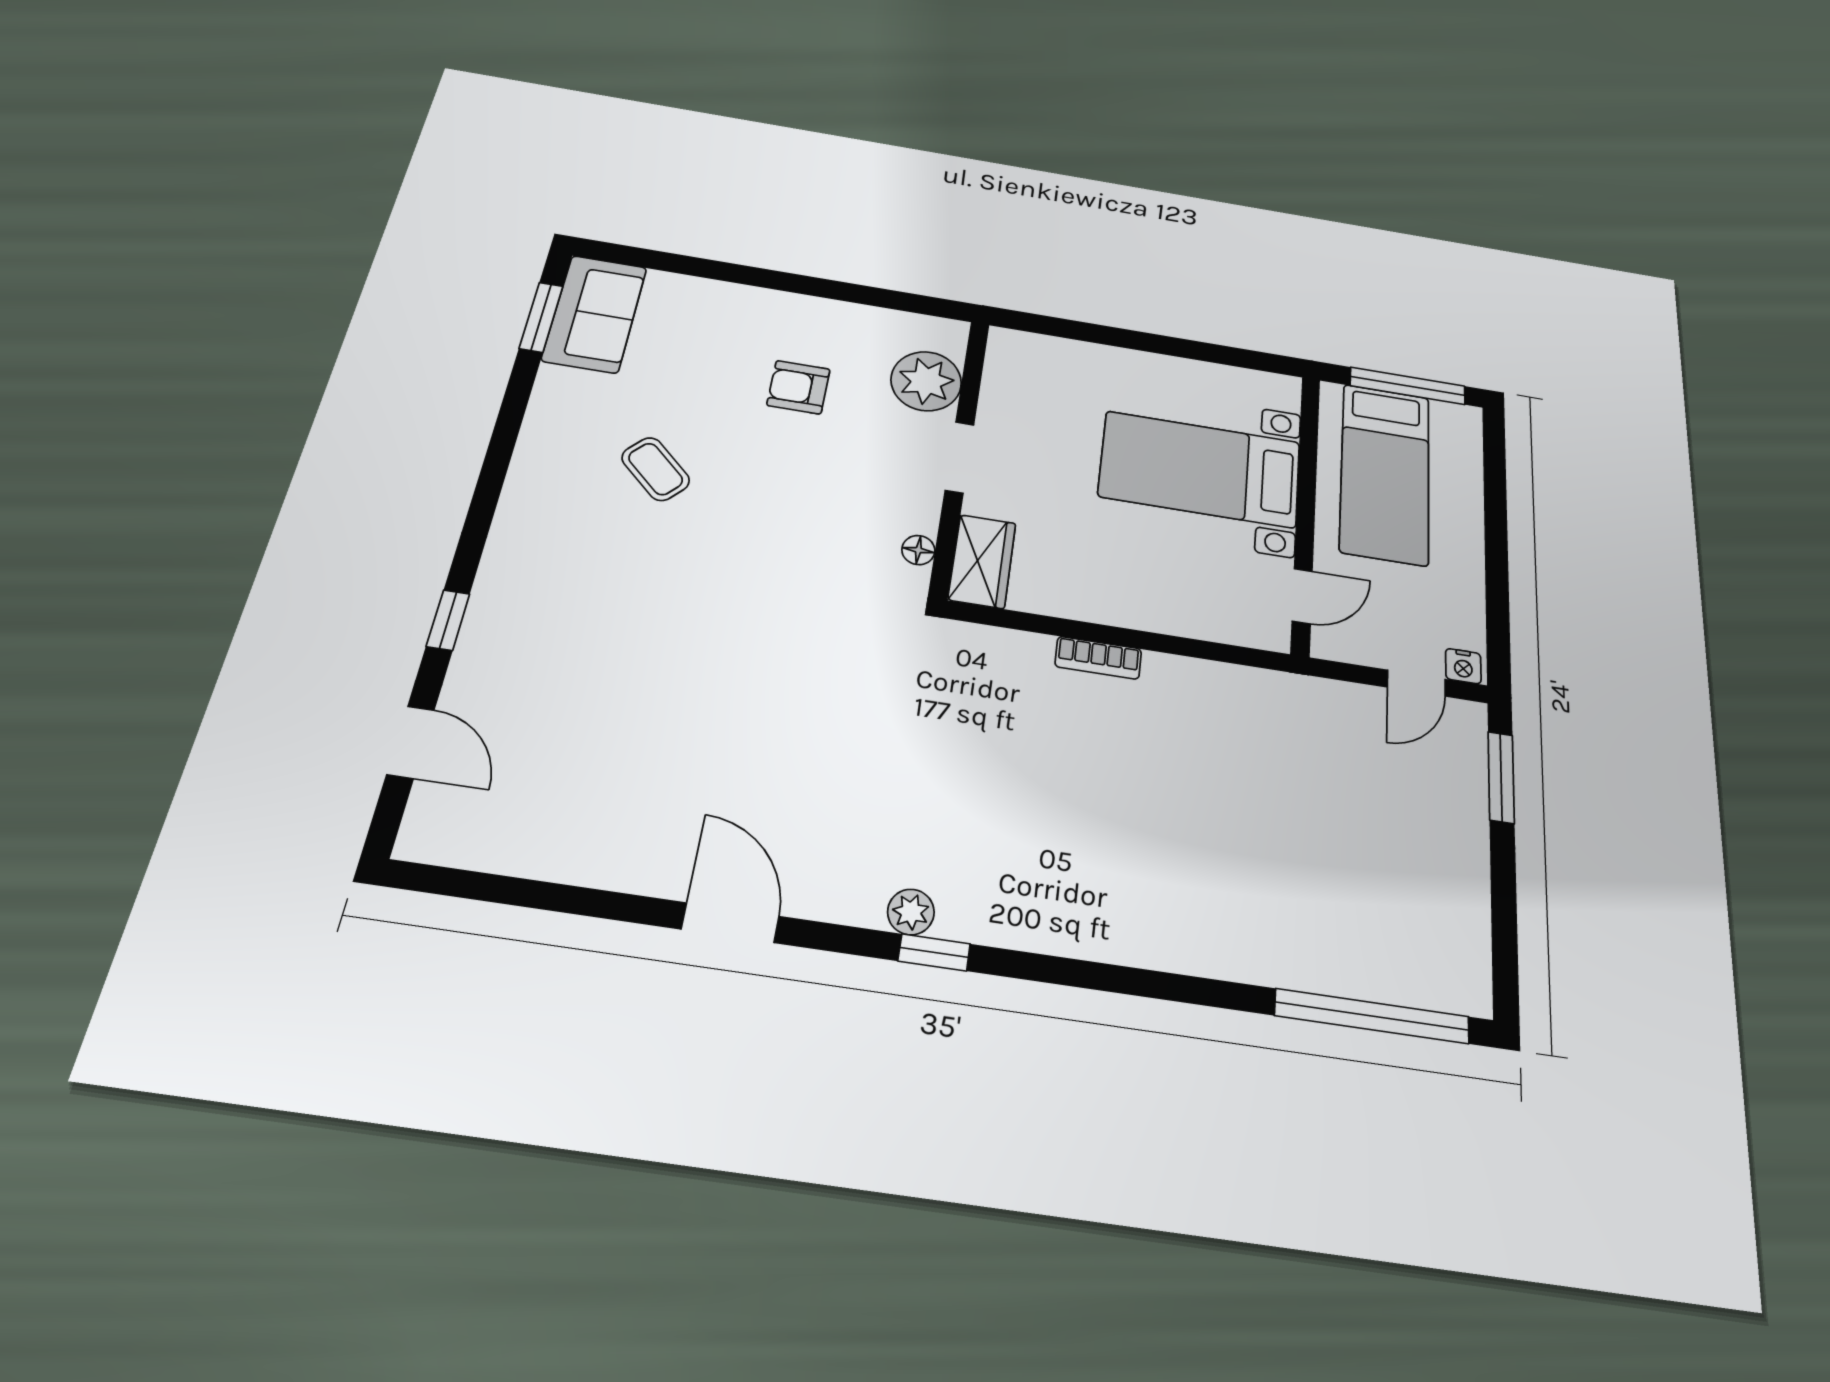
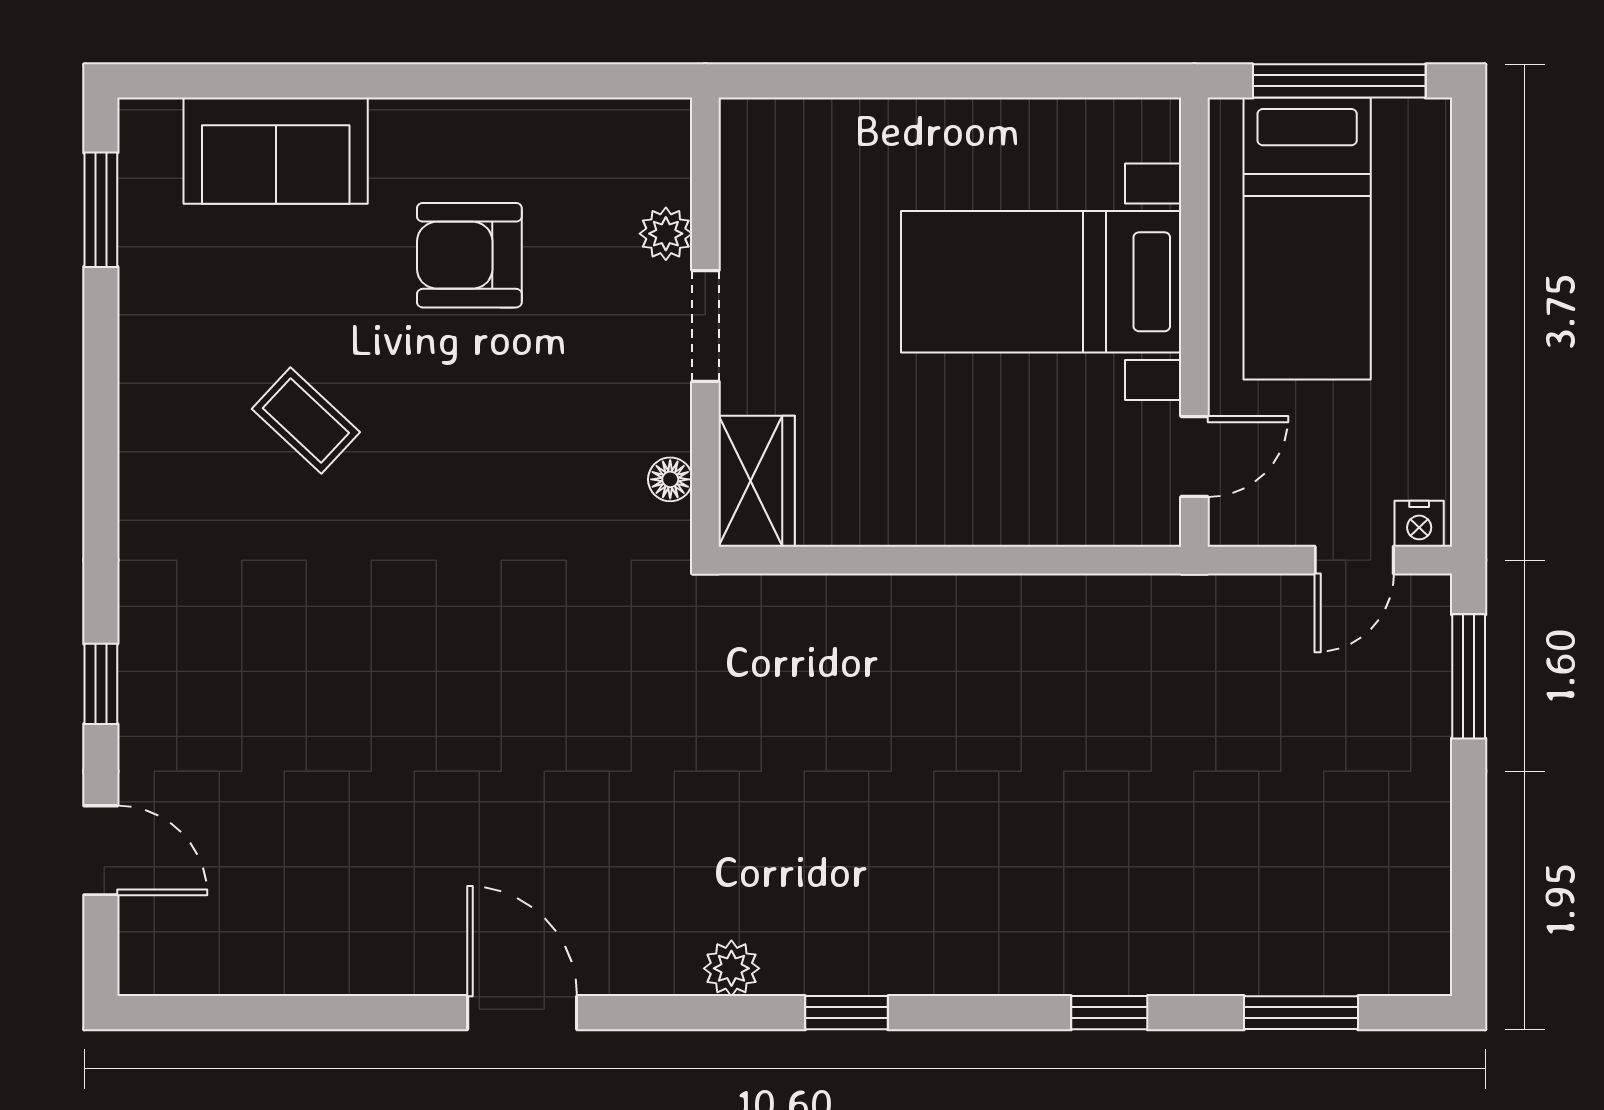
sofa: (595, 314) -> (276, 151), moved, turned 90
plant: (926, 381) -> (666, 234), width x0.53, depth x0.53
armchair: (798, 387) -> (469, 255), width x1.38, depth x1.38
bookcase: (1098, 658) -> (925, 596), removed
window: (934, 952) -> (847, 1013), moved
window: (1217, 993) -> (1109, 1013), added
window: (1372, 1016) -> (1301, 1013), width x0.47

